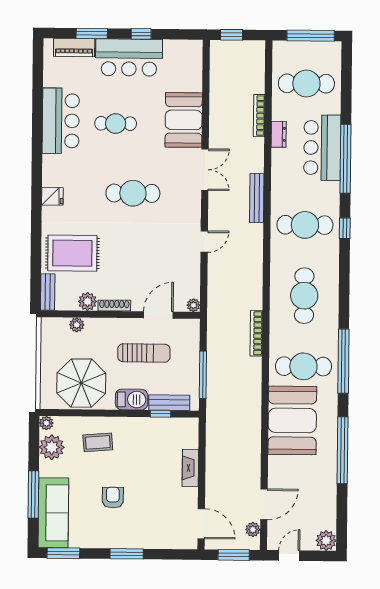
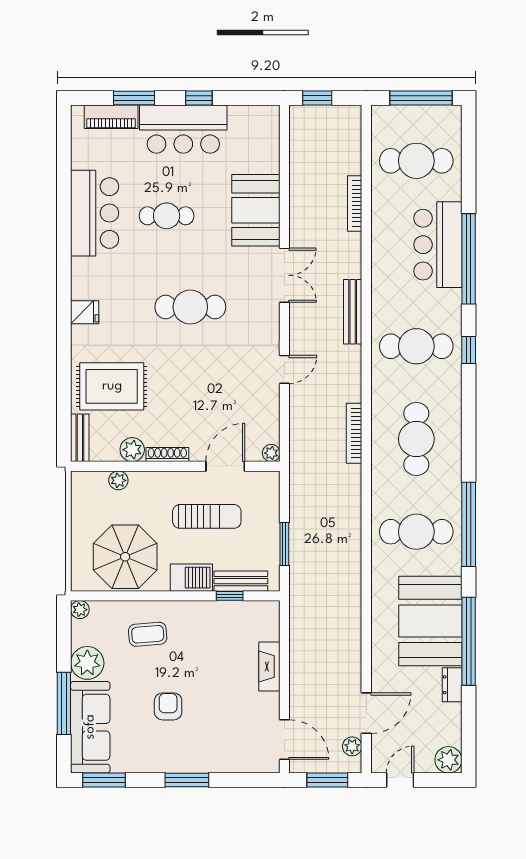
dresser: (279, 134) -> (452, 685), moved, turned 180
bookcase: (256, 333) -> (354, 433), moved
window: (203, 375) -> (284, 544), width x0.69
booth: (292, 420) -> (430, 621), moved
plant: (52, 447) -> (87, 663), moved

